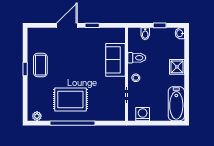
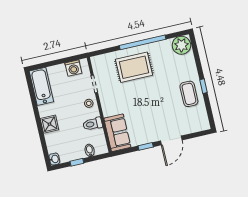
sofa: (116, 60) -> (117, 133), moved
rug: (70, 99) -> (134, 67), moved
plant: (37, 116) -> (181, 45), width x1.87, depth x1.87

